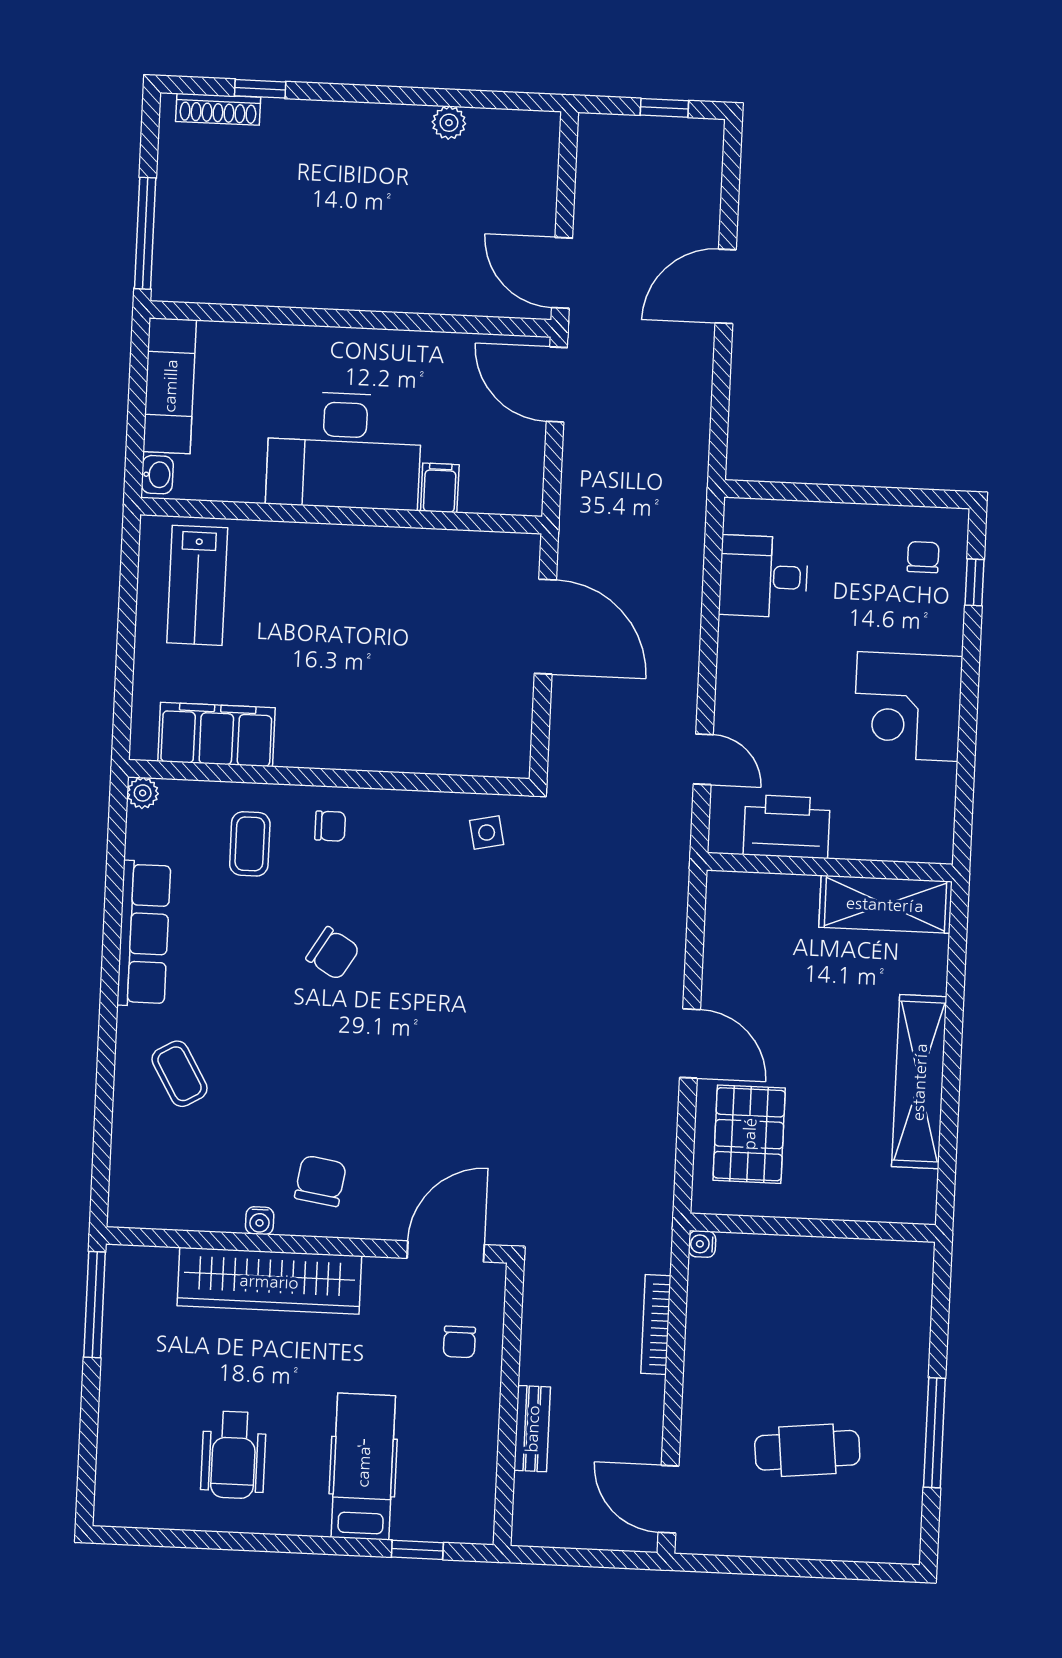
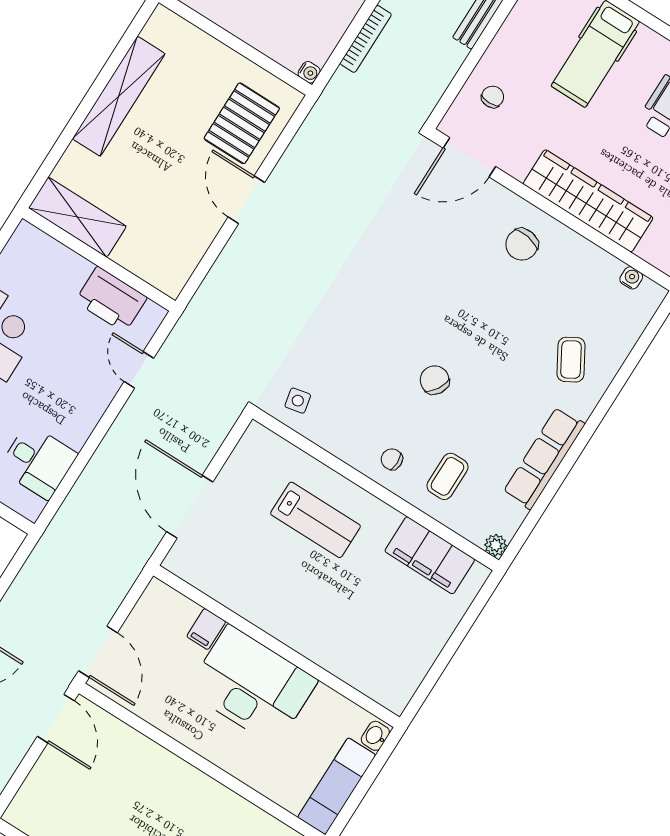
lab bench: (197, 585) -> (315, 520), moved, turned 90
water cooler: (260, 1221) -> (631, 278), moved

